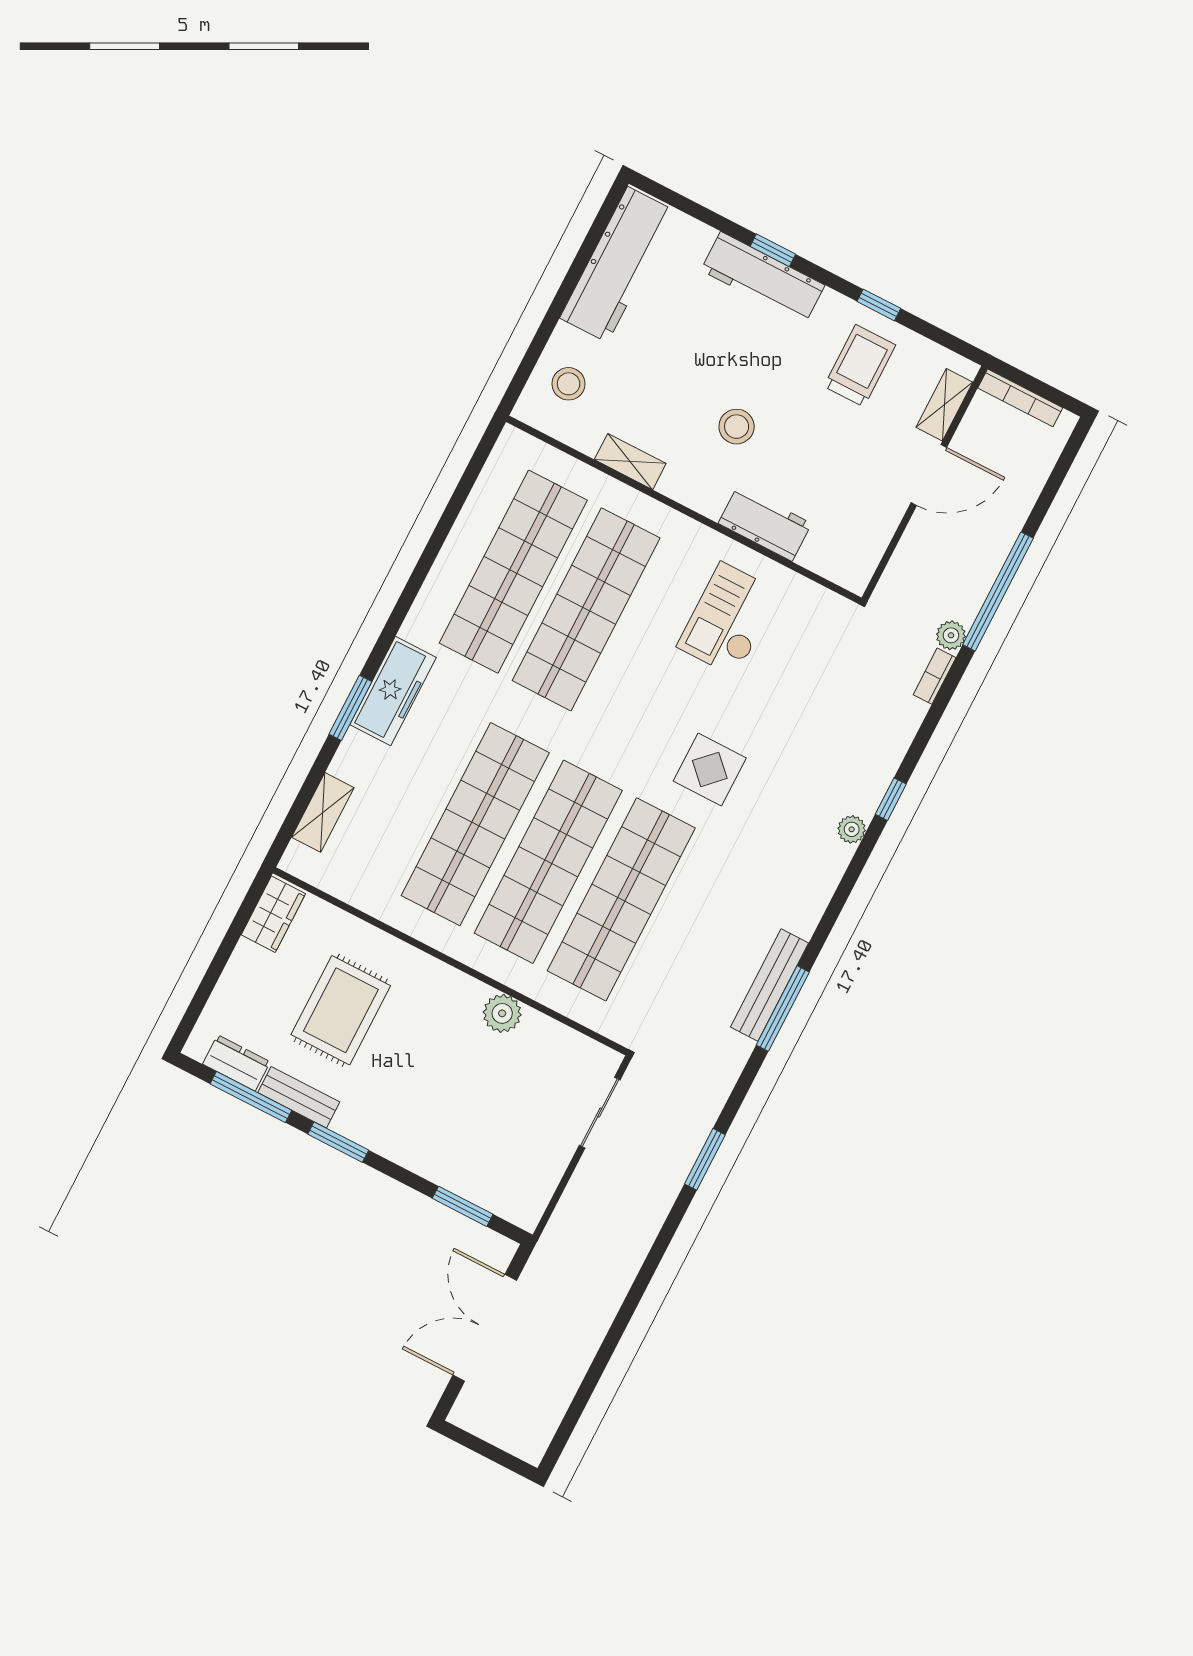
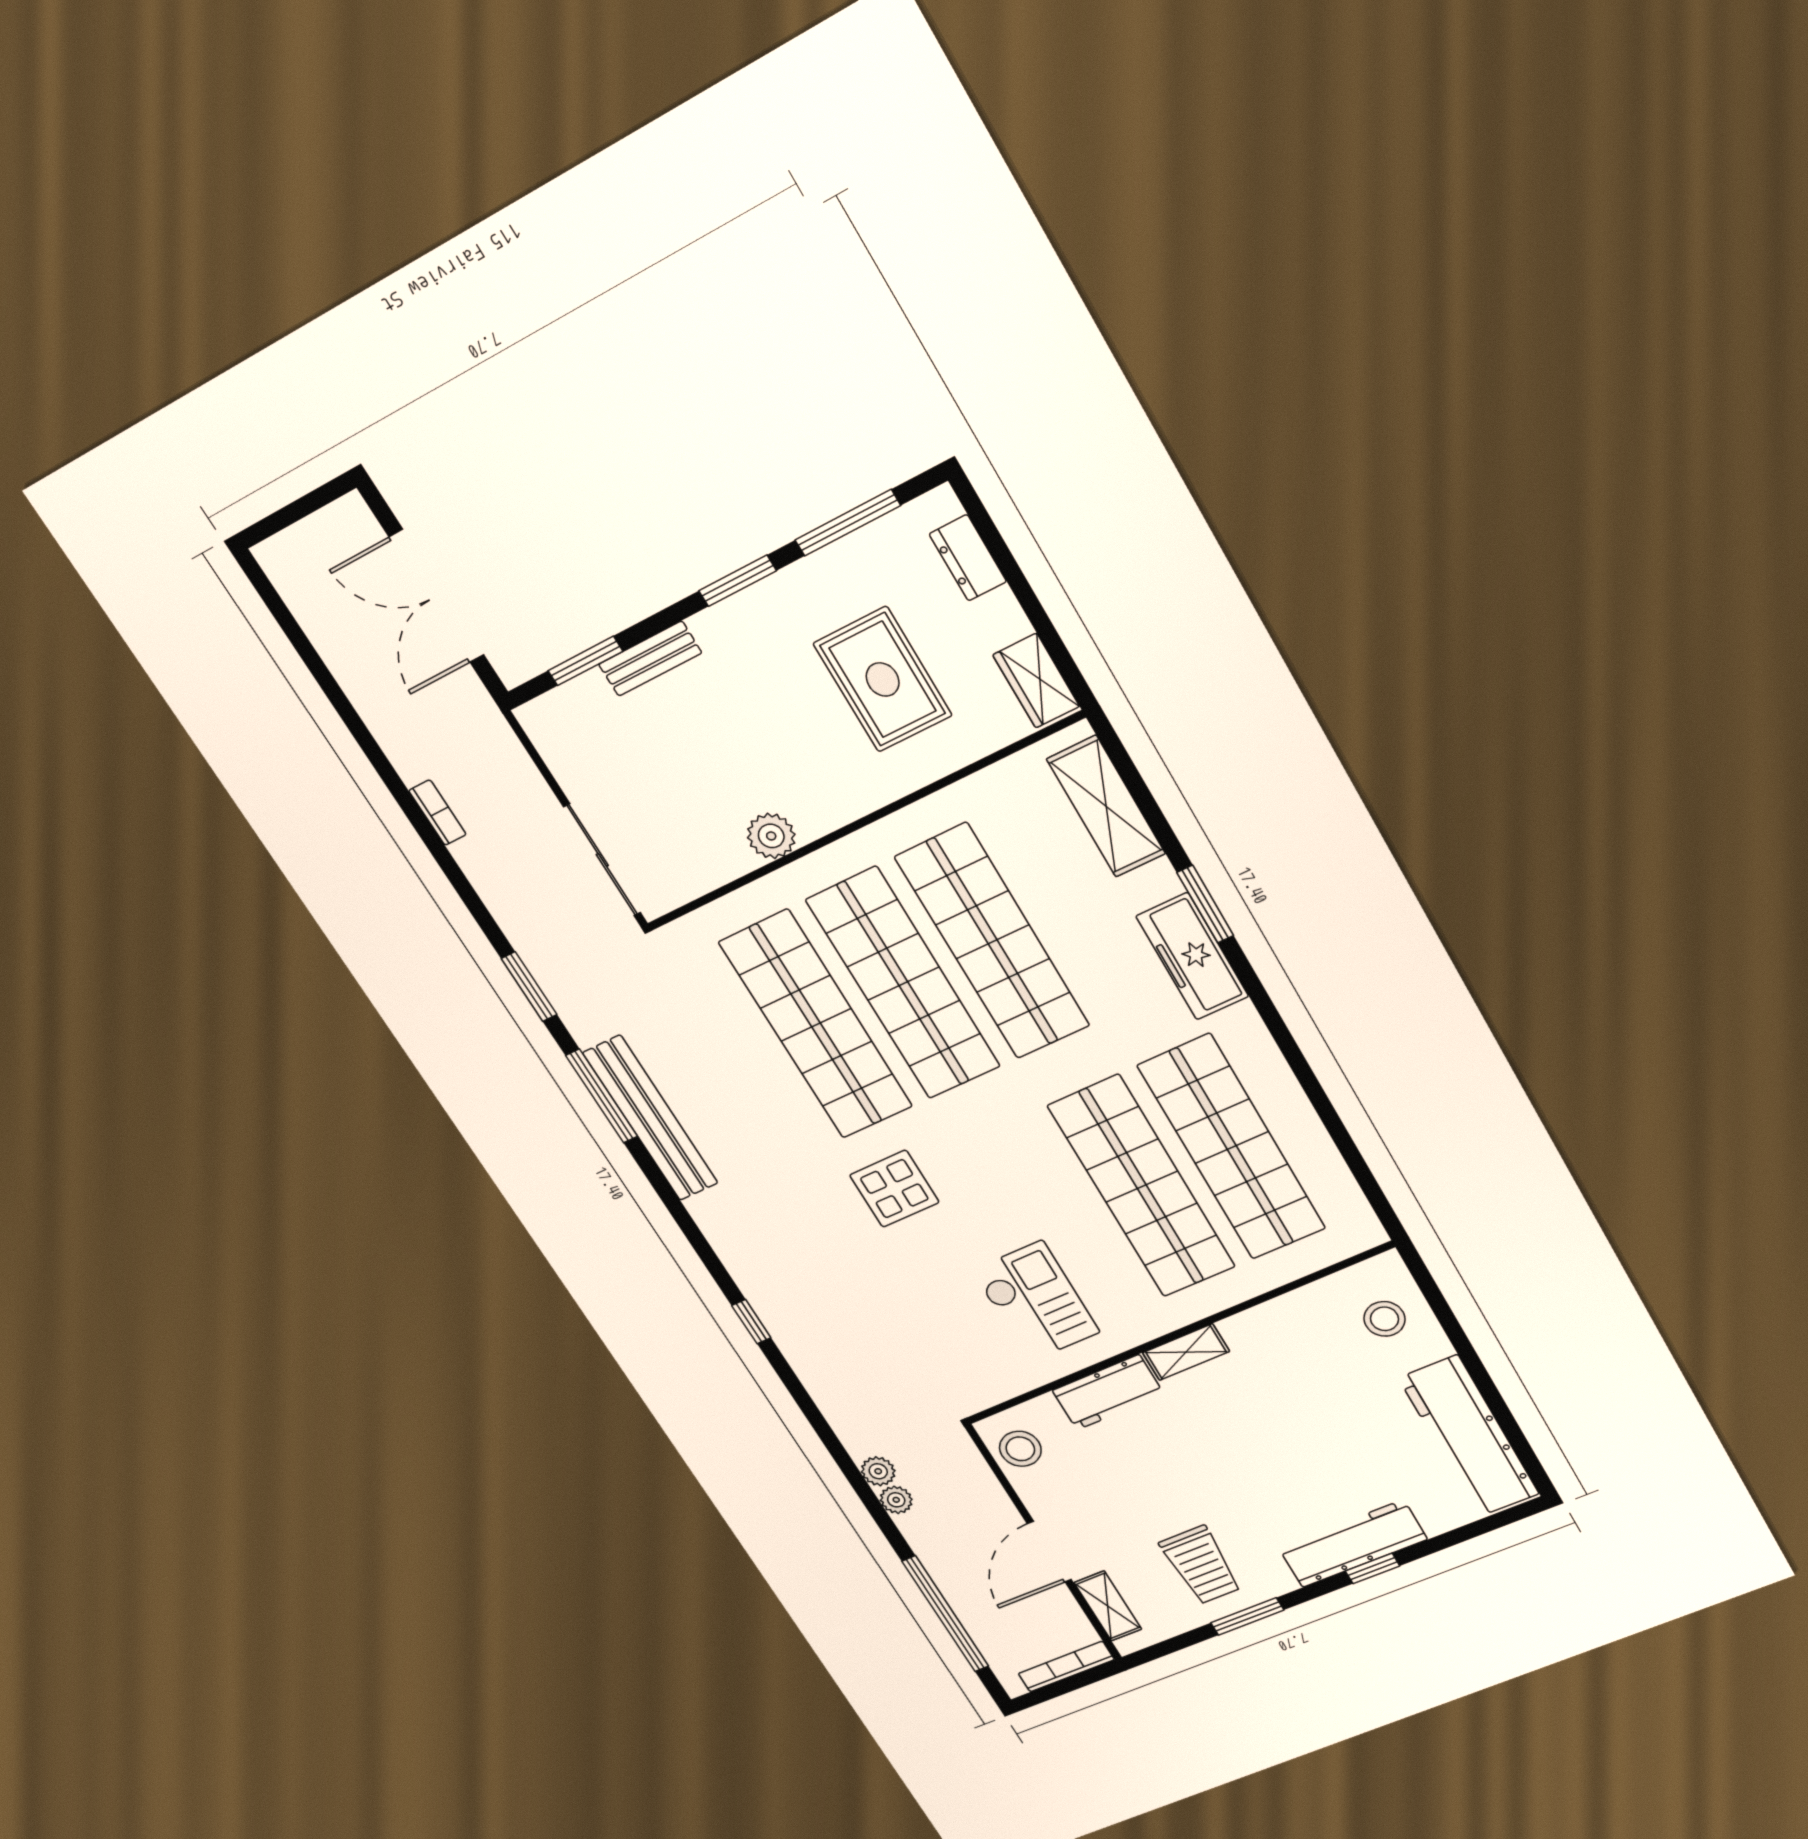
window: (879, 305) -> (1247, 1616), width x1.50
stool: (737, 427) -> (1020, 1449), moved
shelving: (630, 462) -> (1186, 1352), moved
window: (998, 591) -> (945, 1614), moved
bookcase: (935, 676) -> (437, 813), moved
shelving: (323, 812) -> (1106, 806), width x1.50, depth x1.33
plant: (852, 829) -> (896, 1500), moved
bench: (770, 985) -> (650, 1118), width x1.37, depth x1.21
dresser: (236, 1063) -> (968, 558), moved, turned 90
bench: (299, 1097) -> (650, 659), moved
sliding door: (600, 1113) -> (602, 860), width x1.37
window: (705, 1159) -> (529, 987), moved
double door: (485, 1328) -> (437, 596), swing flipped

